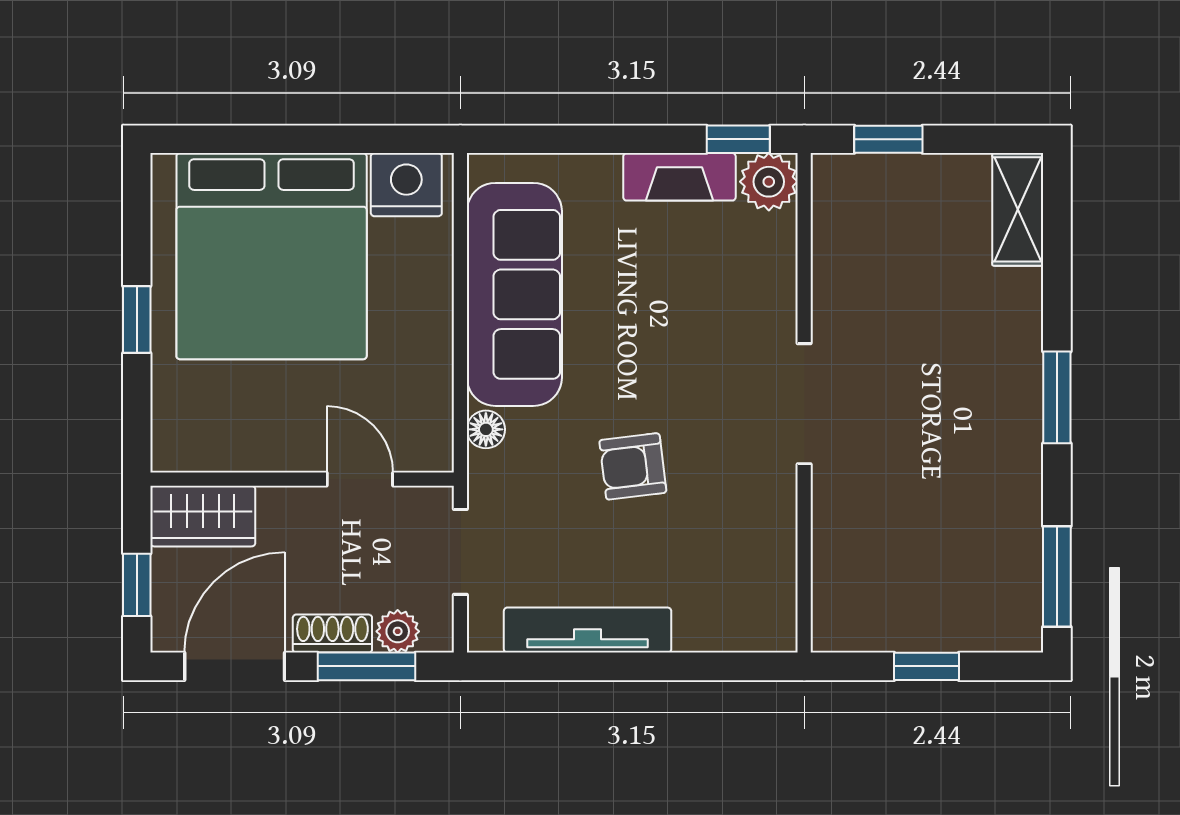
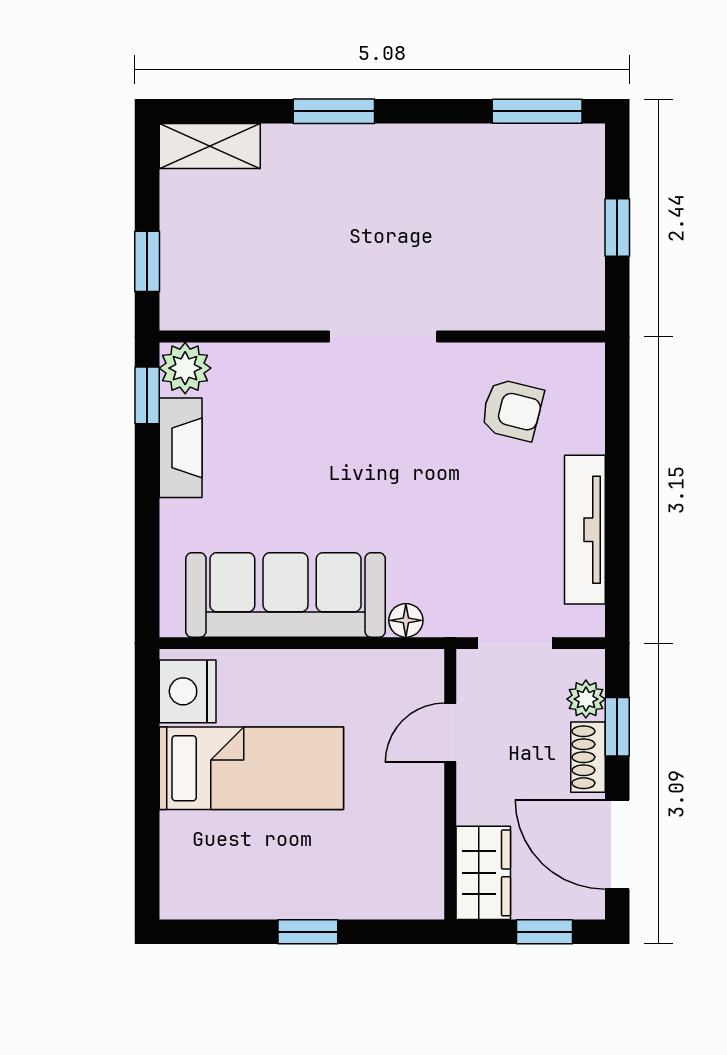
bed: (272, 256) -> (251, 768), width x0.49
window: (1057, 397) -> (334, 111), moved
armchair: (633, 466) -> (512, 410), moved, turned -69
window: (367, 666) -> (617, 727), width x0.67

